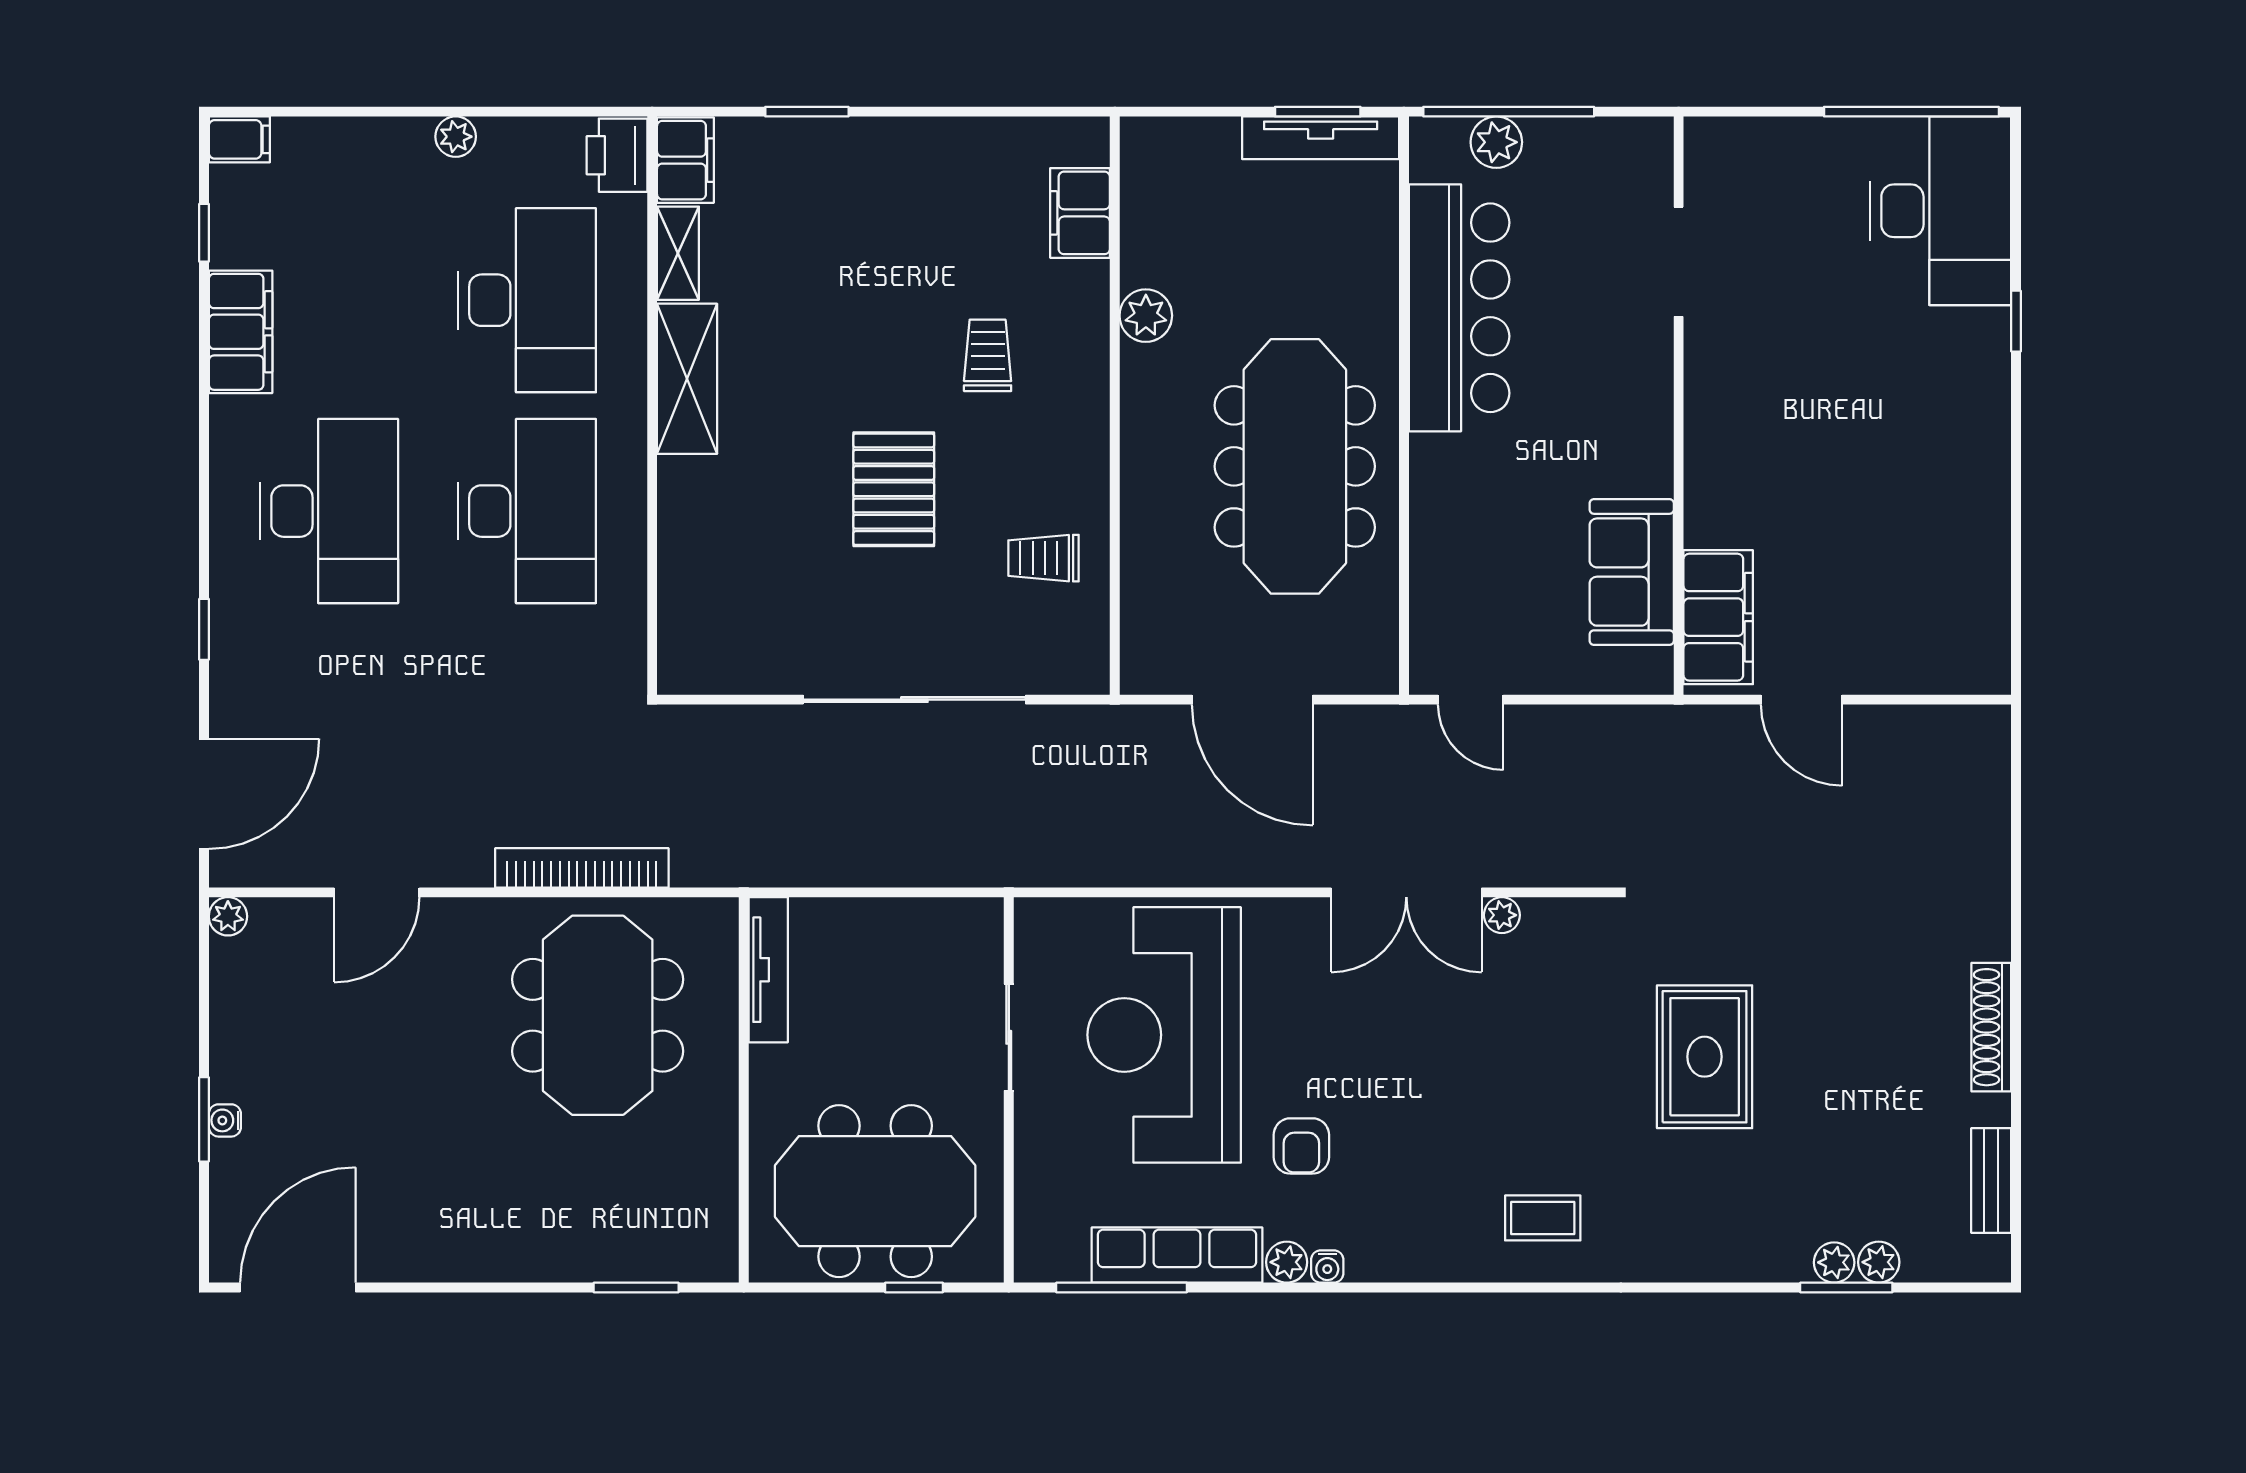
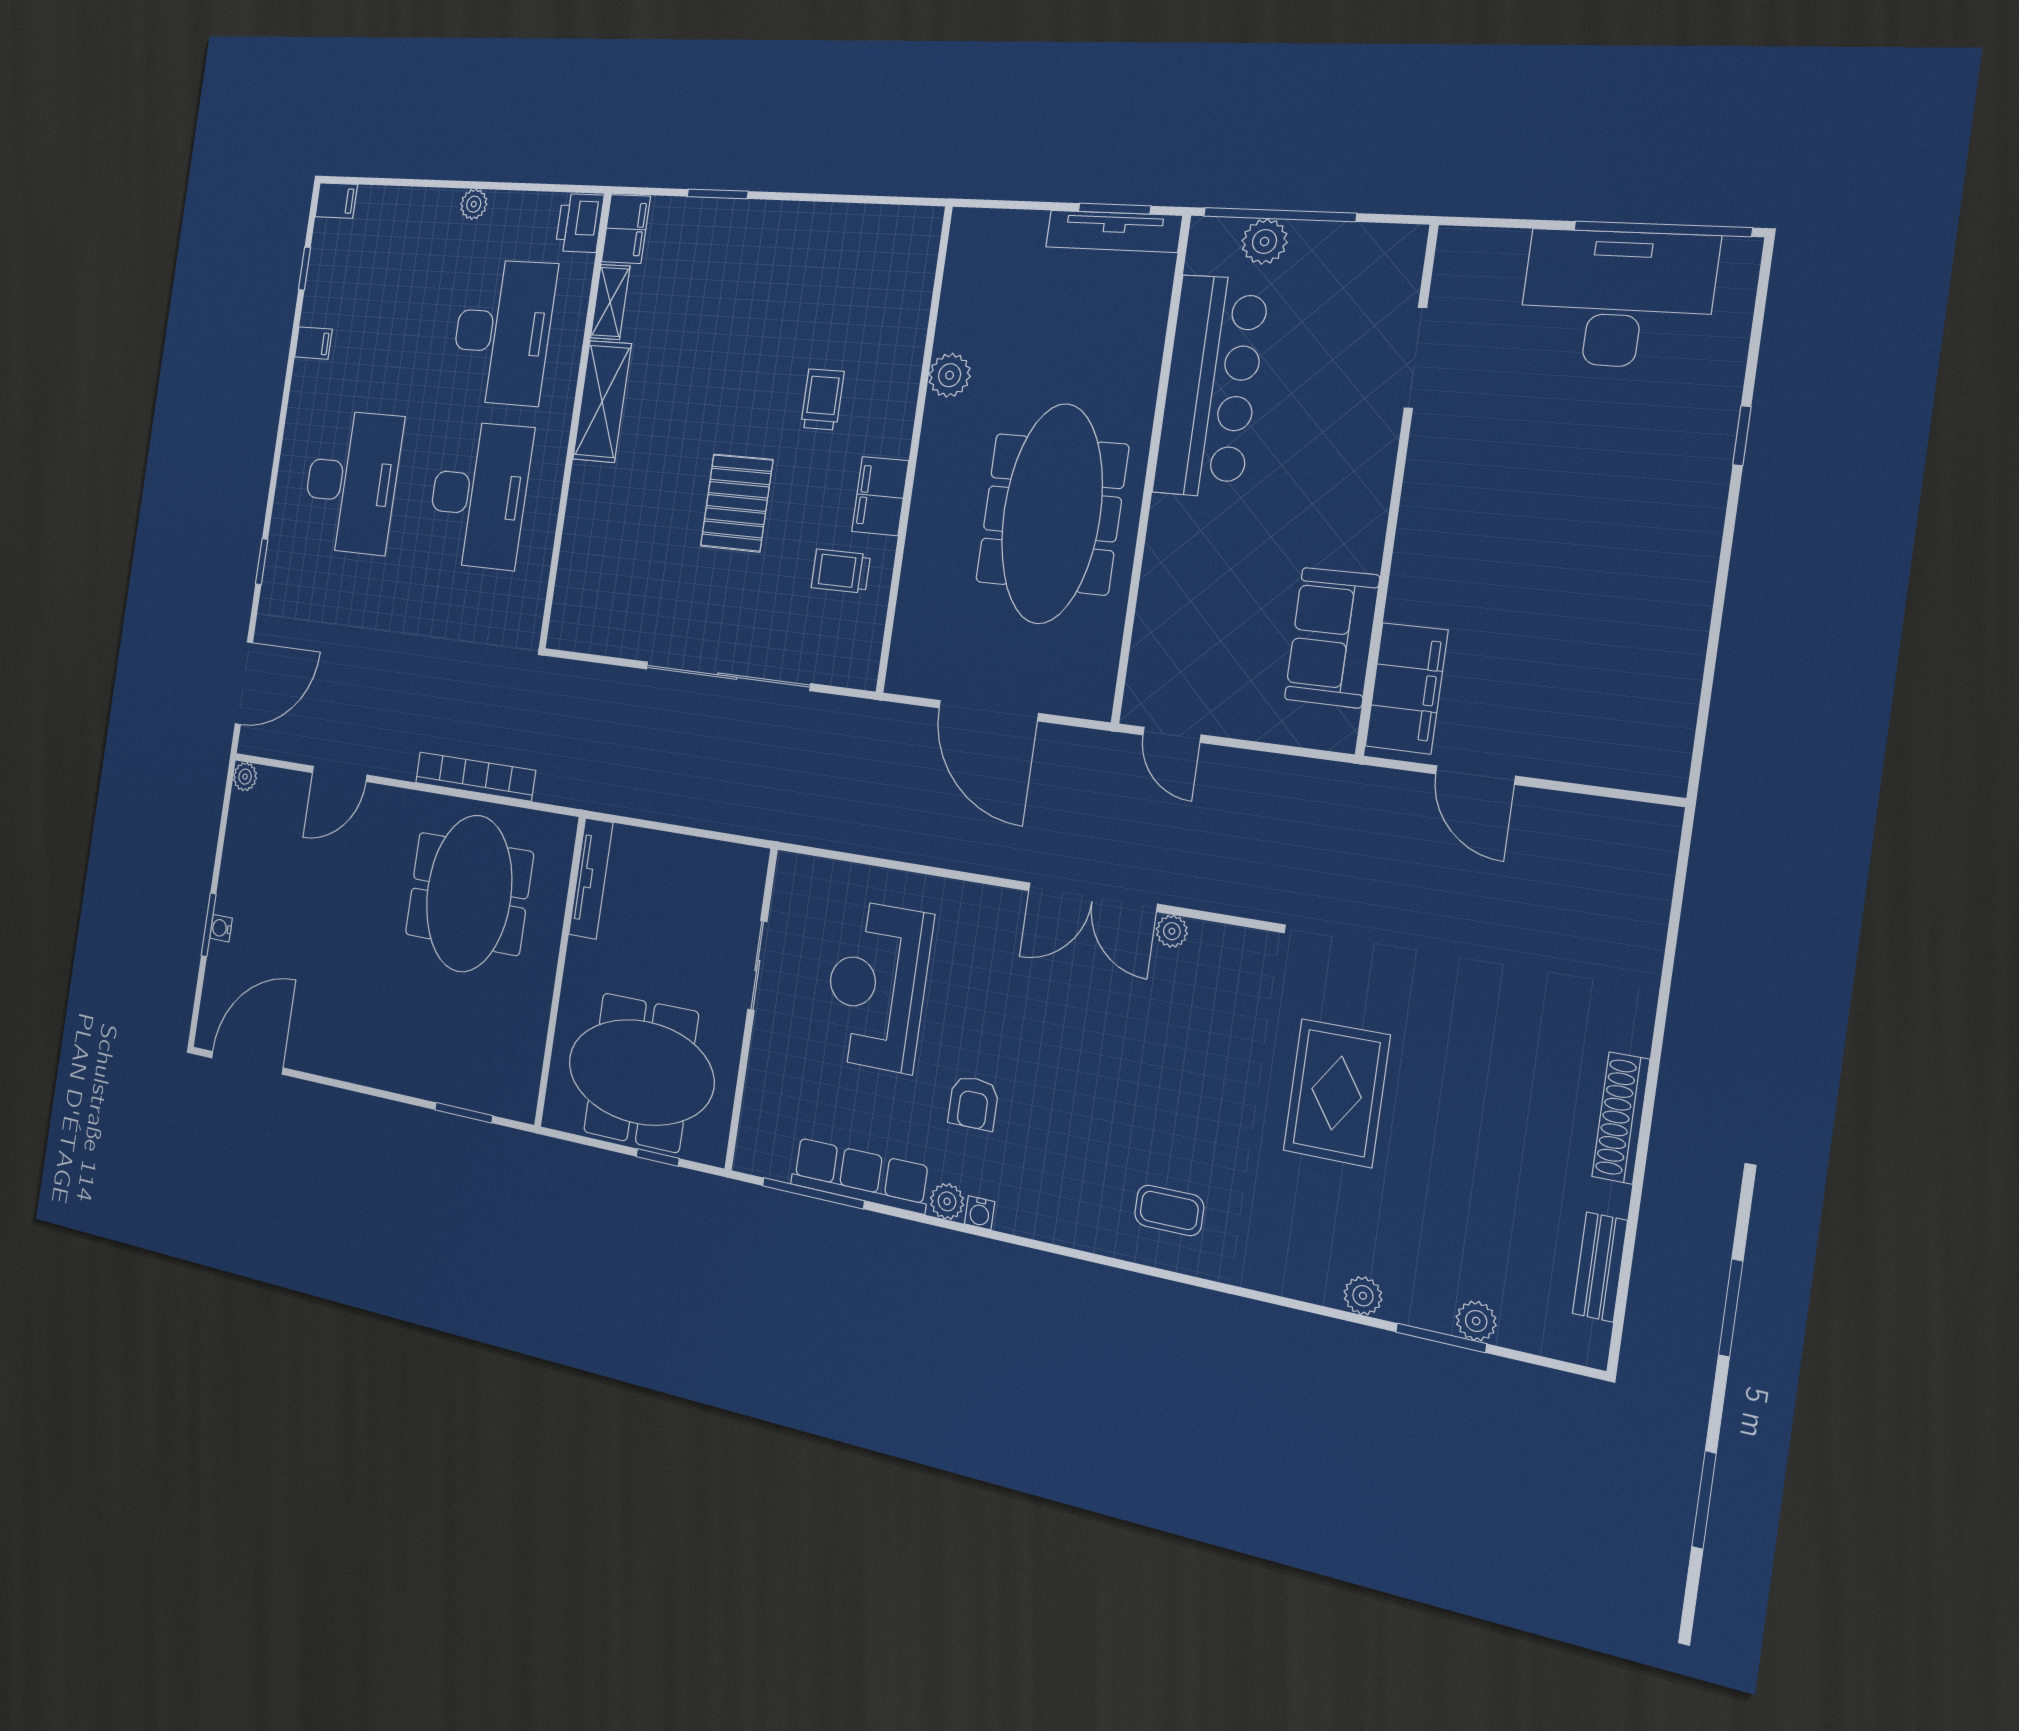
desk: (1941, 211) -> (1617, 299), moved, turned -90
filing cabinet: (1080, 213) -> (880, 496), moved
filing cabinet: (241, 332) -> (313, 343), width x0.33, depth x0.86
reception desk: (1164, 1035) -> (877, 986), width x0.74, depth x0.77
plant: (1834, 1262) -> (1363, 1296), moved

